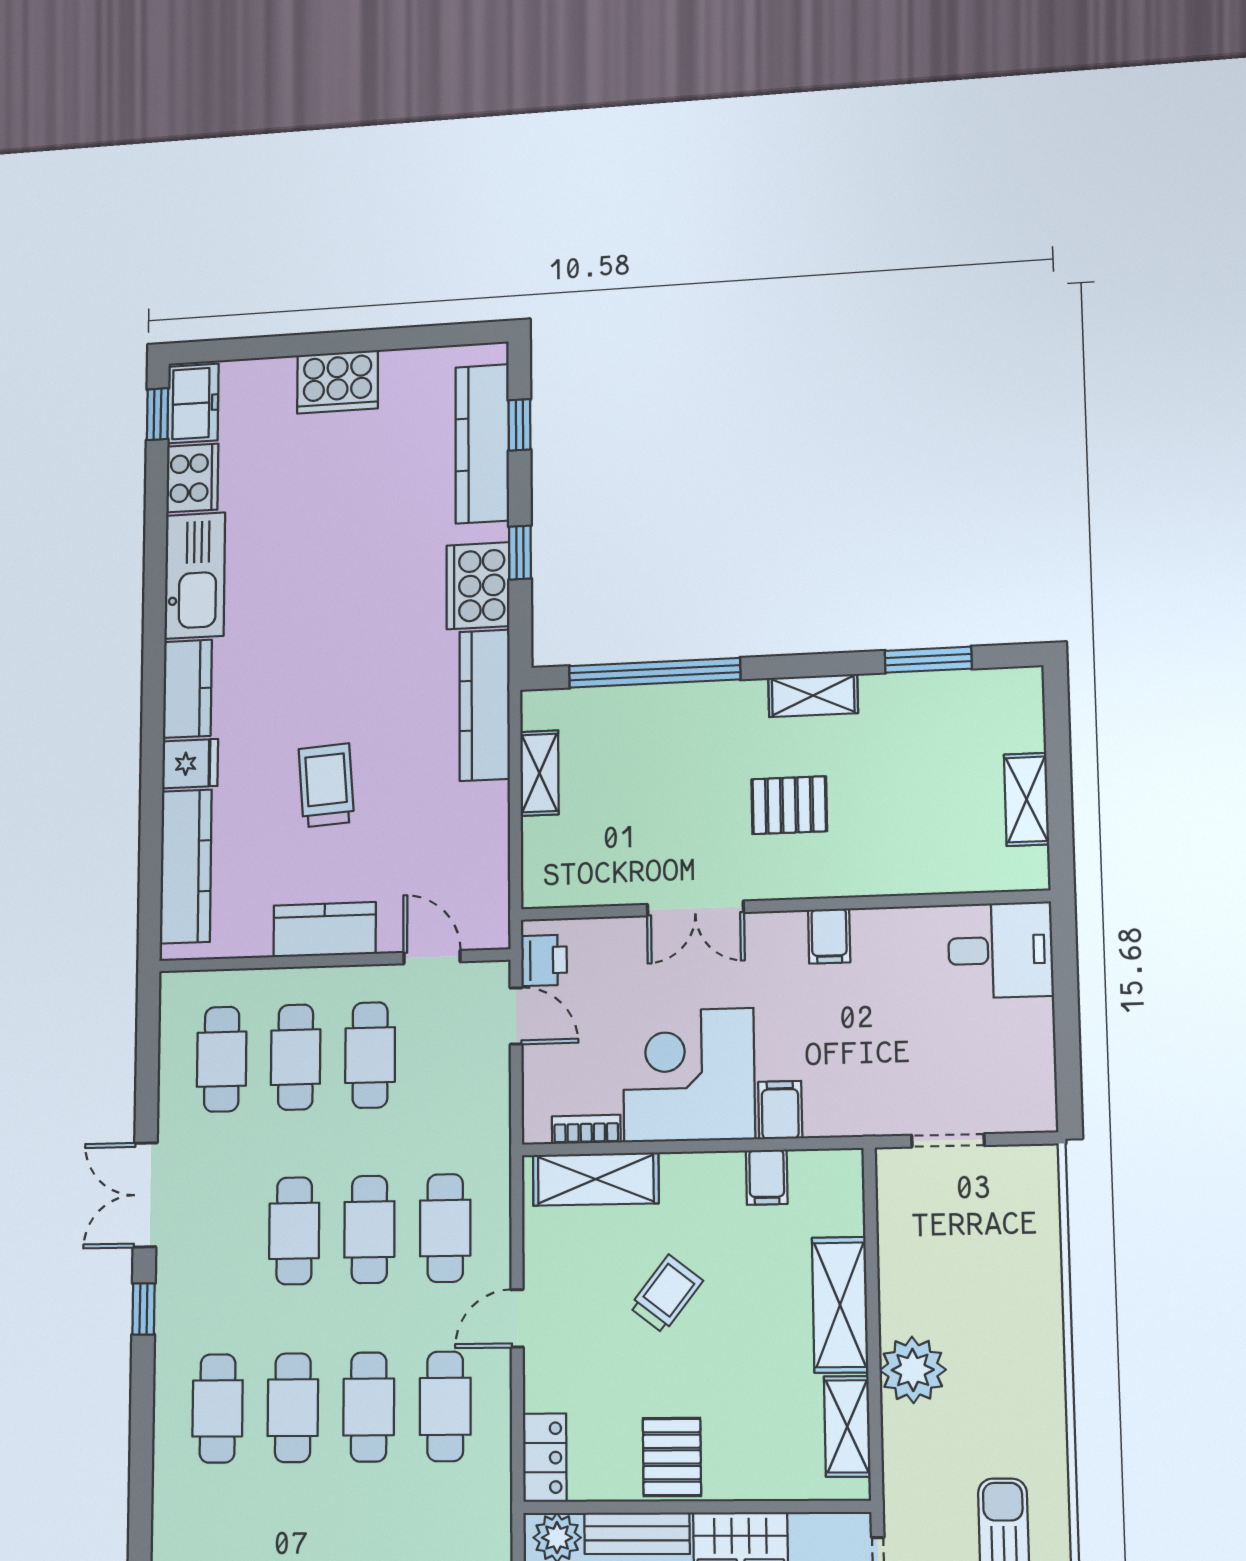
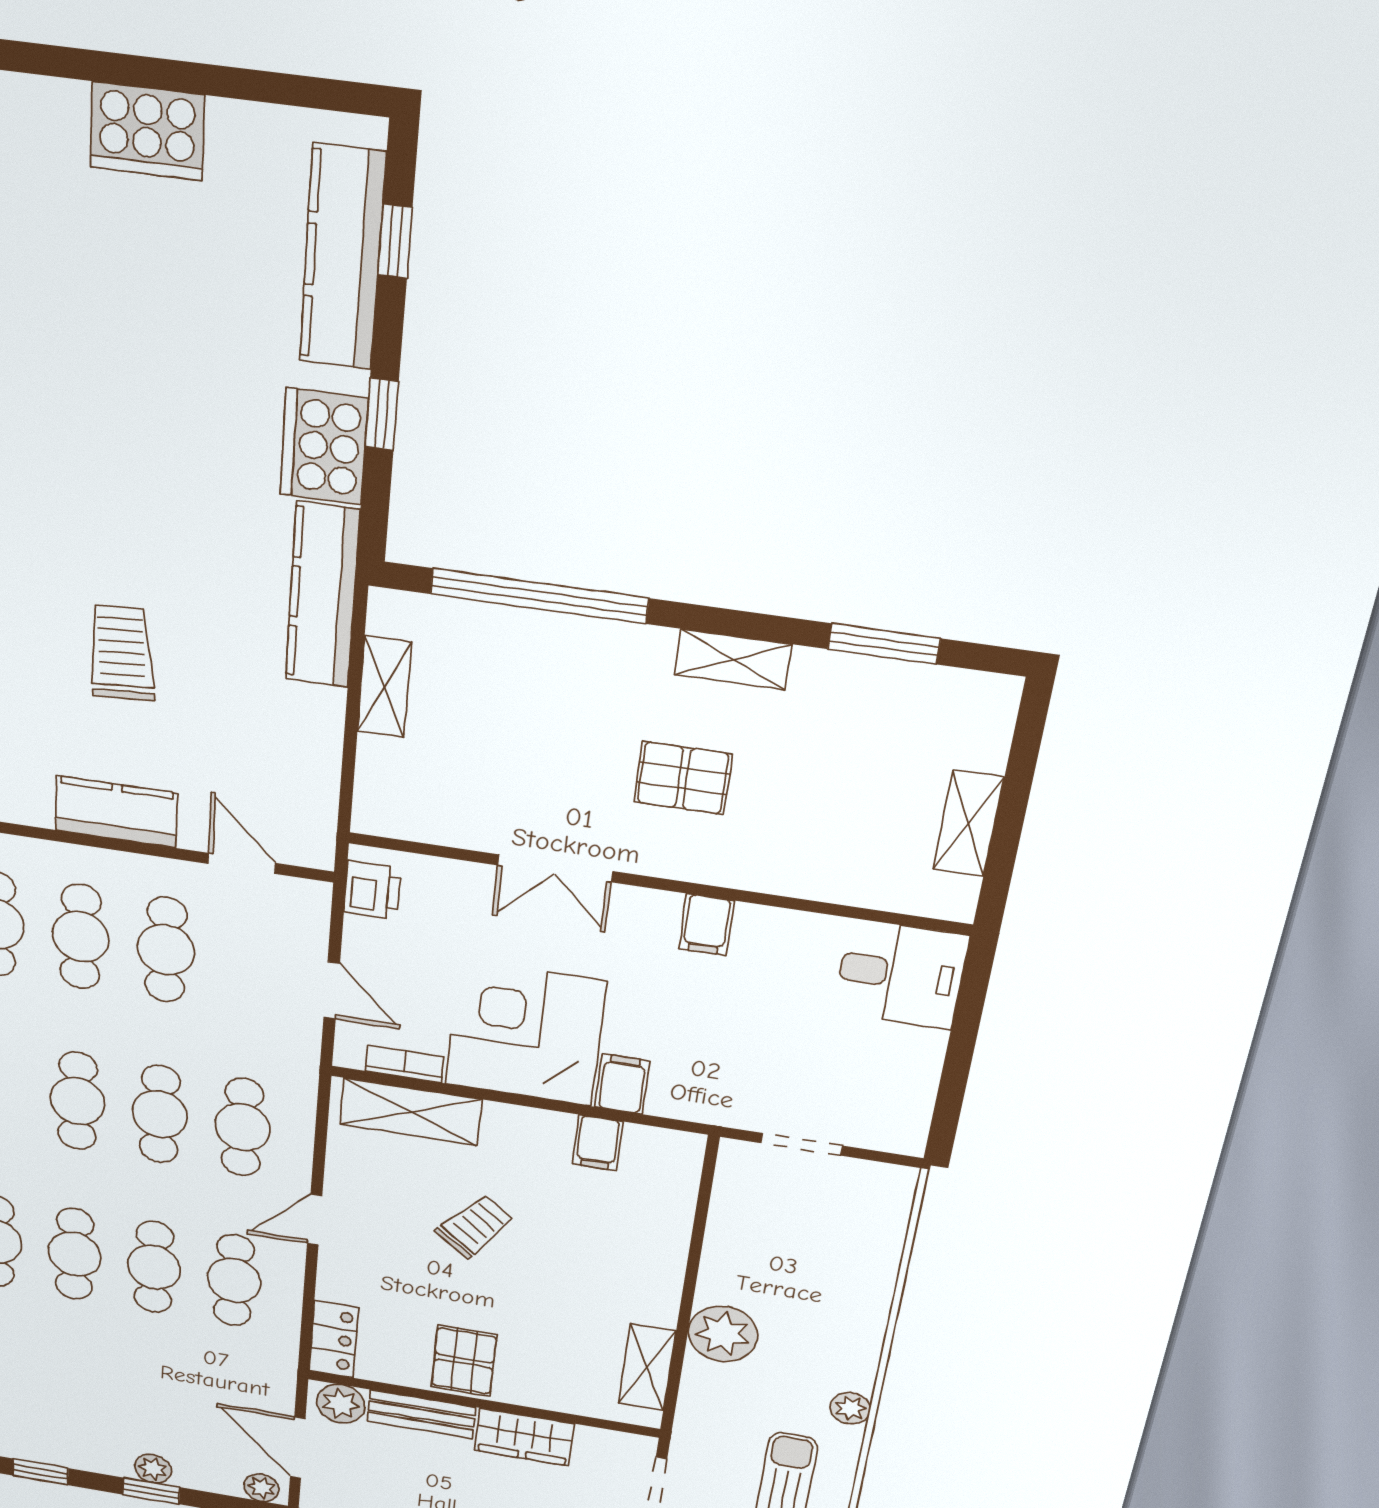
door: (516, 1016) -> (332, 990), moved
shelving: (840, 1305) -> (657, 1267), removed
plant: (1049, 1434) -> (850, 1408), added

